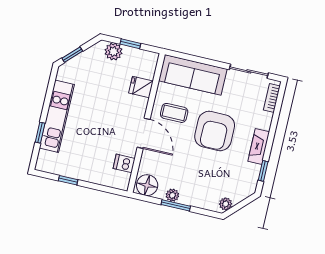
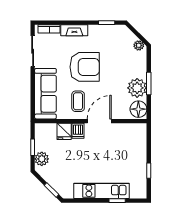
fireplace: (259, 147) -> (74, 30), moved
dishwasher: (124, 163) -> (78, 131), moved
plant: (172, 195) -> (137, 88), width x1.88, depth x1.88

